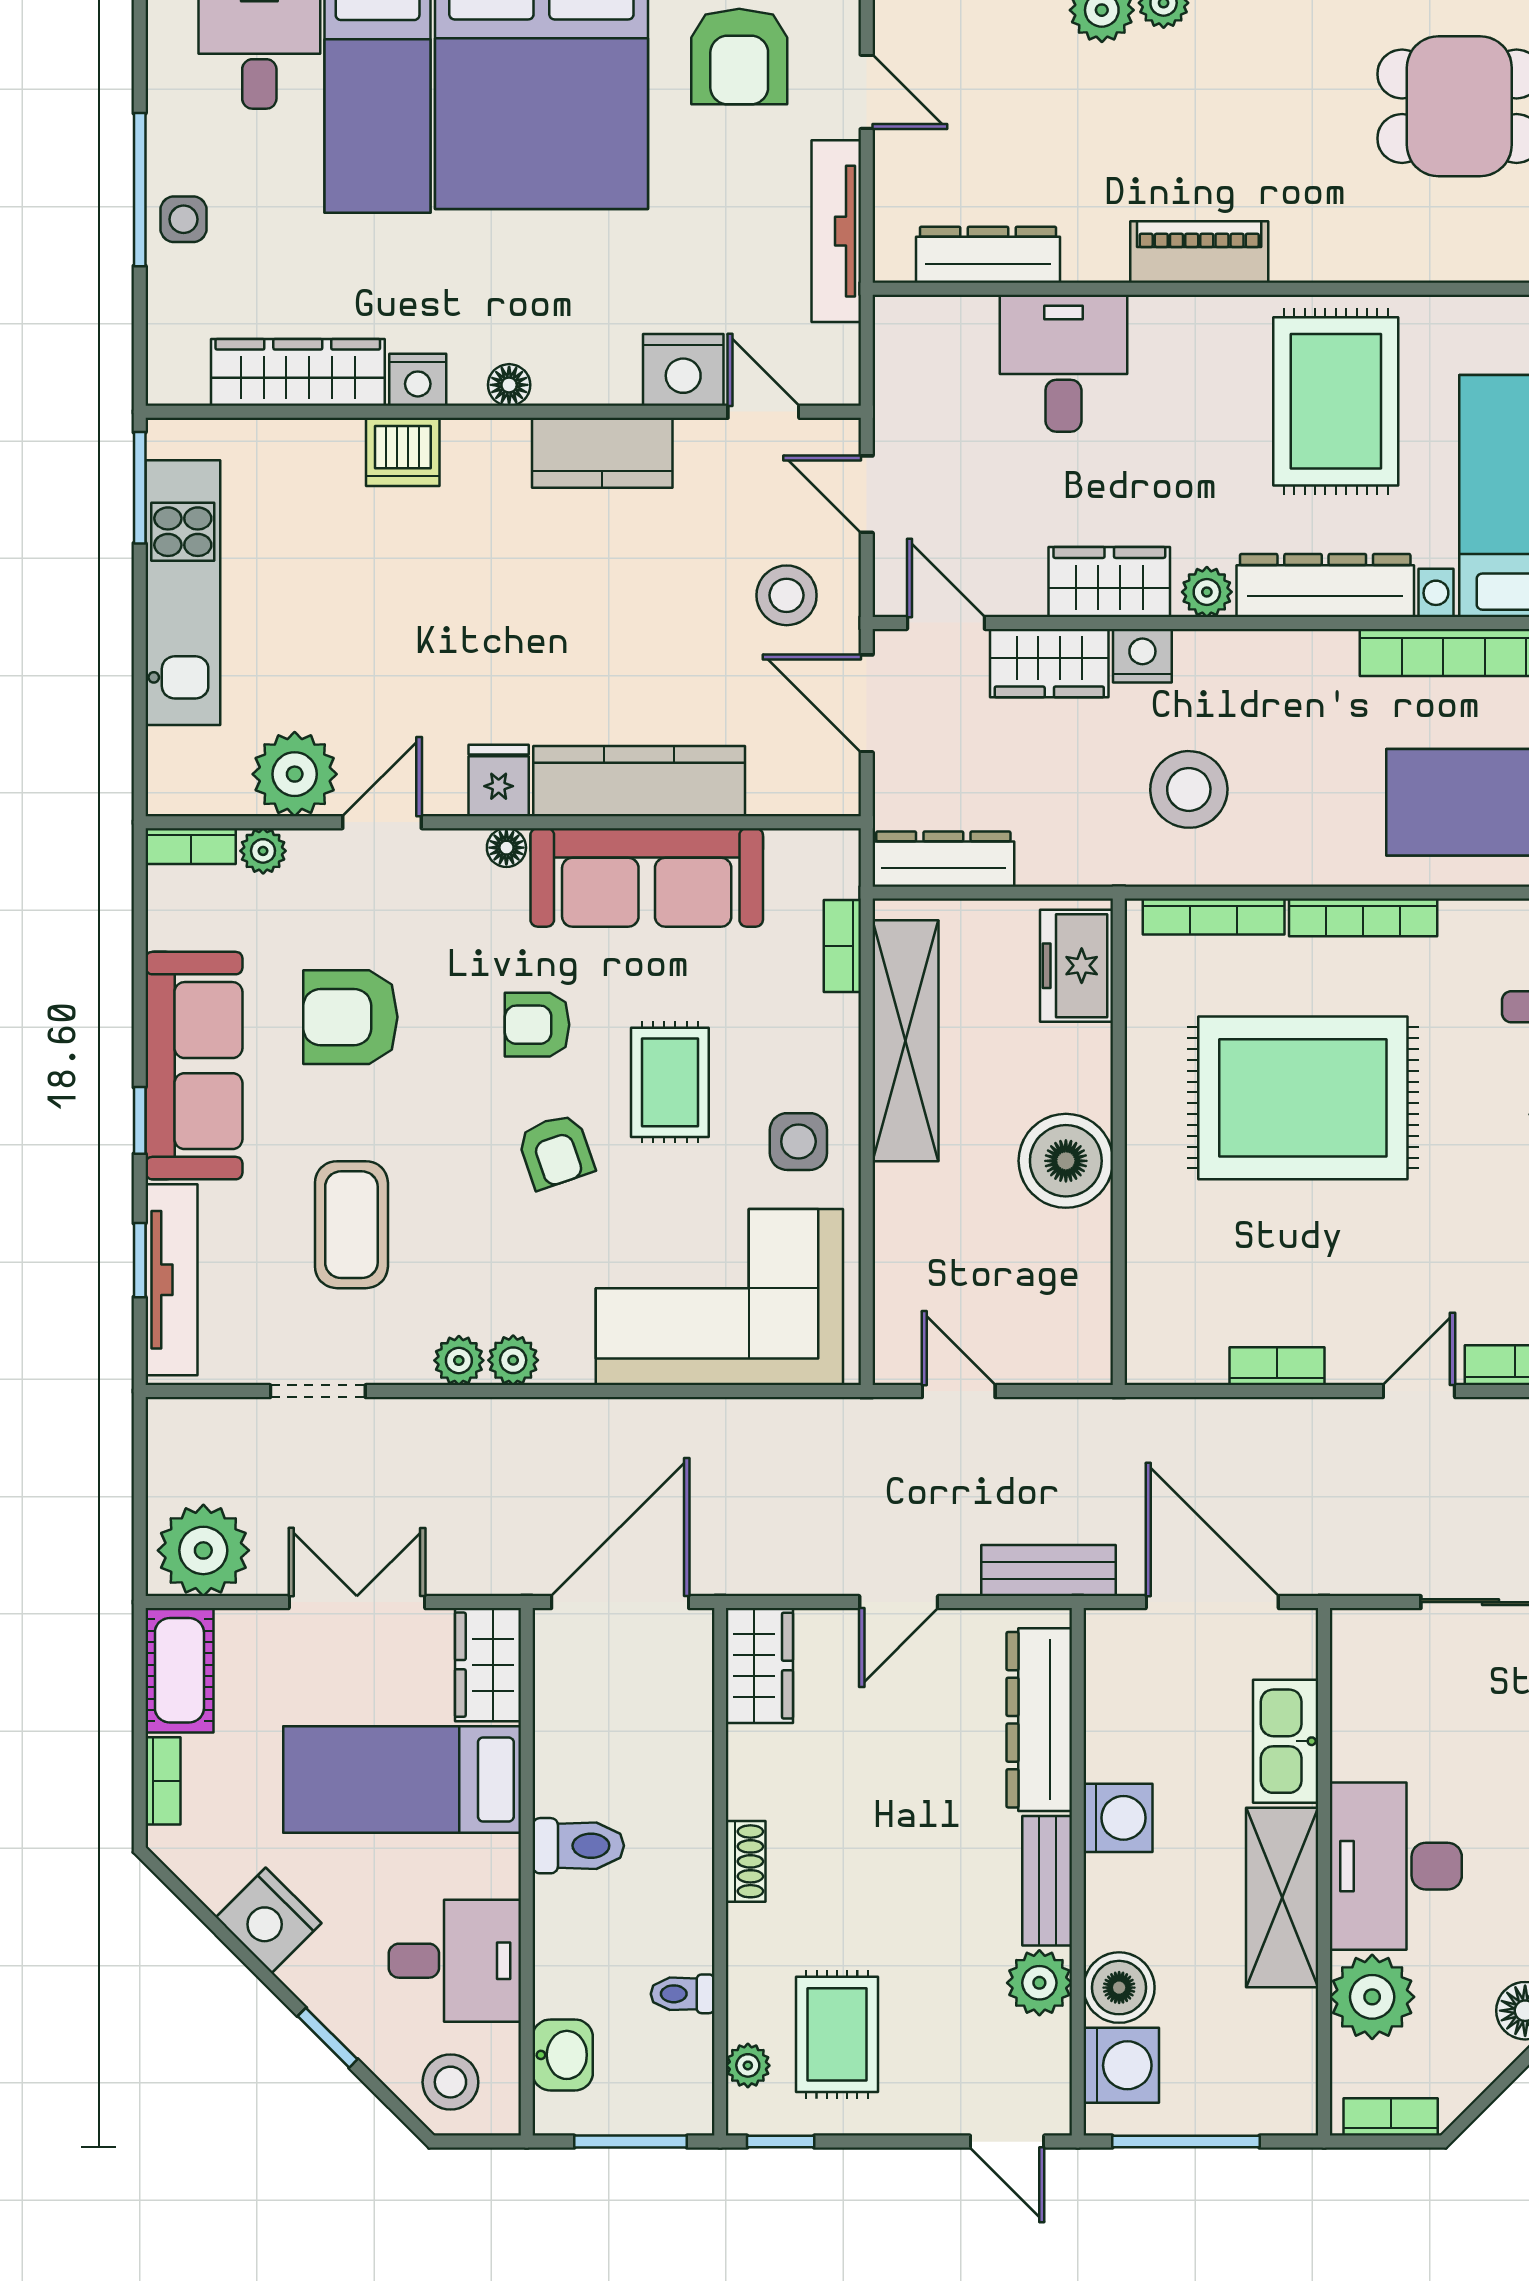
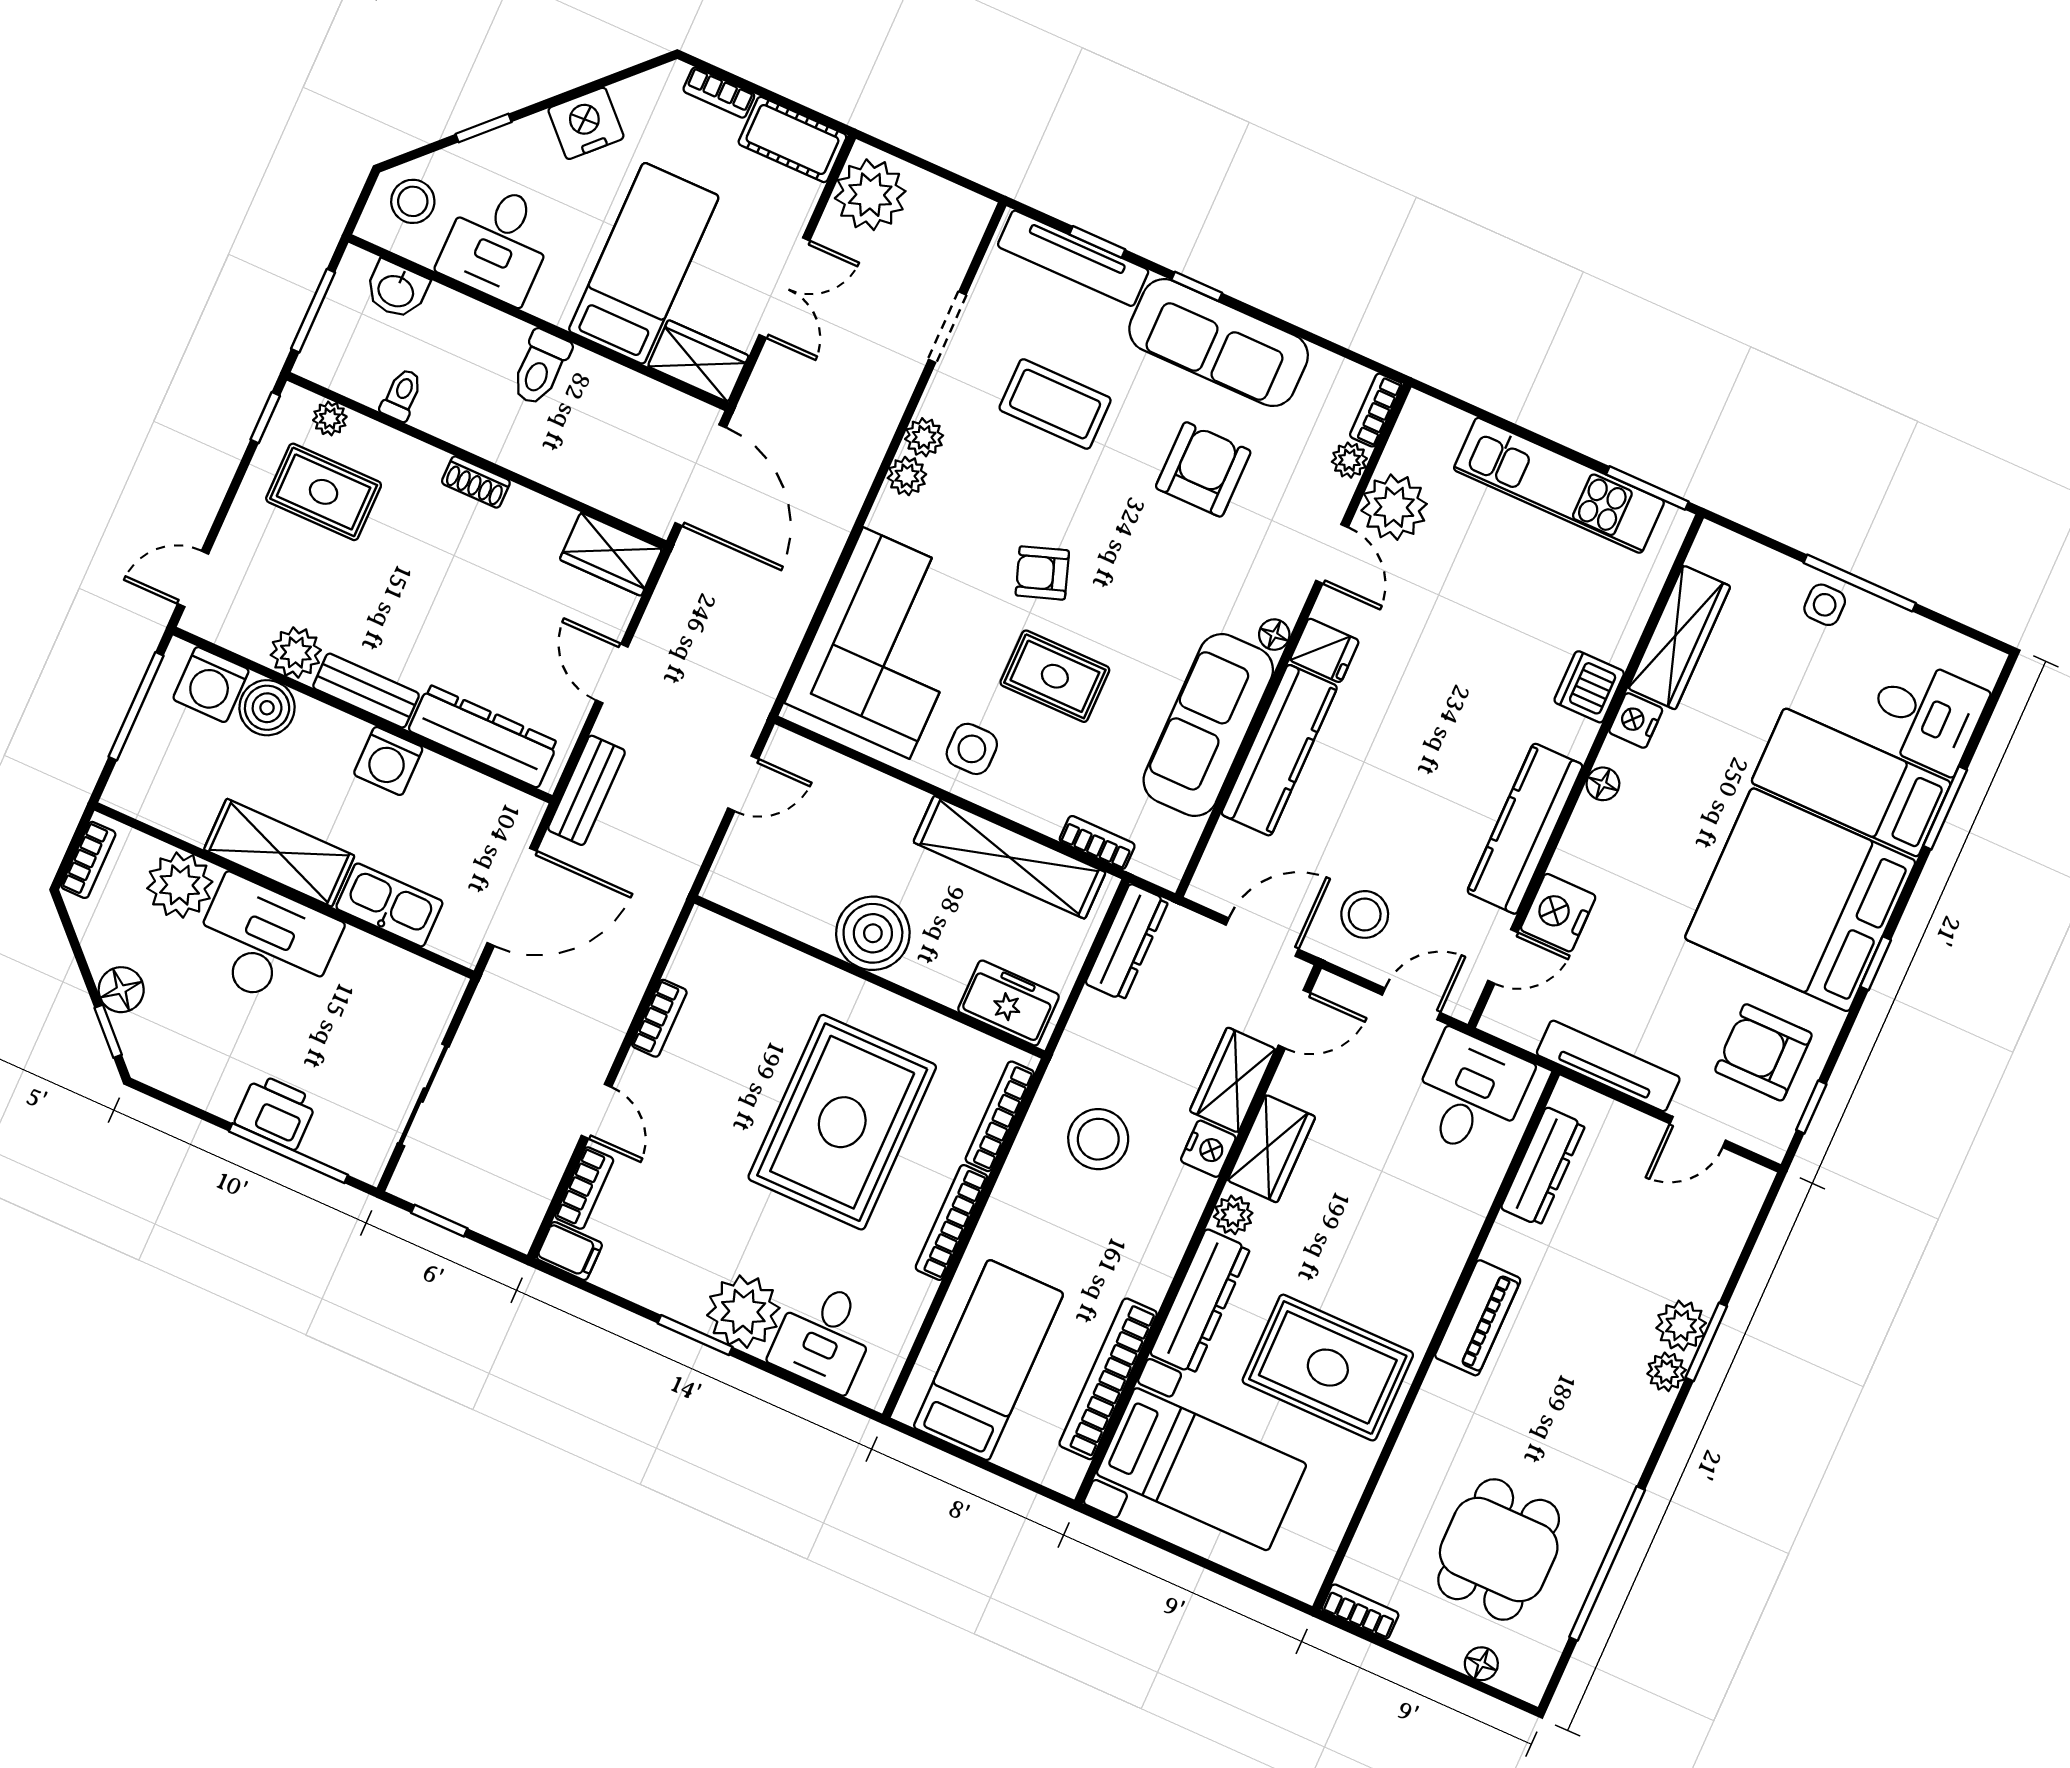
desk: (1063, 363) -> (1470, 1094), moved, turned -90
kitchen counter: (602, 453) -> (1525, 829), width x1.50
armchair: (537, 1025) -> (1138, 600), removed

